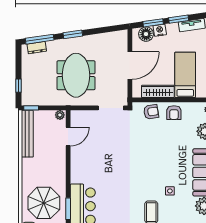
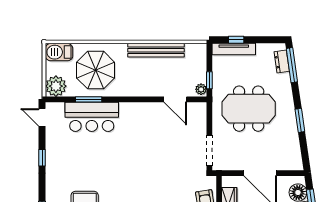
window: (73, 34) -> (300, 120), moved
tv unit: (26, 88) -> (234, 49), added
window: (31, 108) -> (209, 80), moved
bench: (27, 134) -> (156, 50), moved

